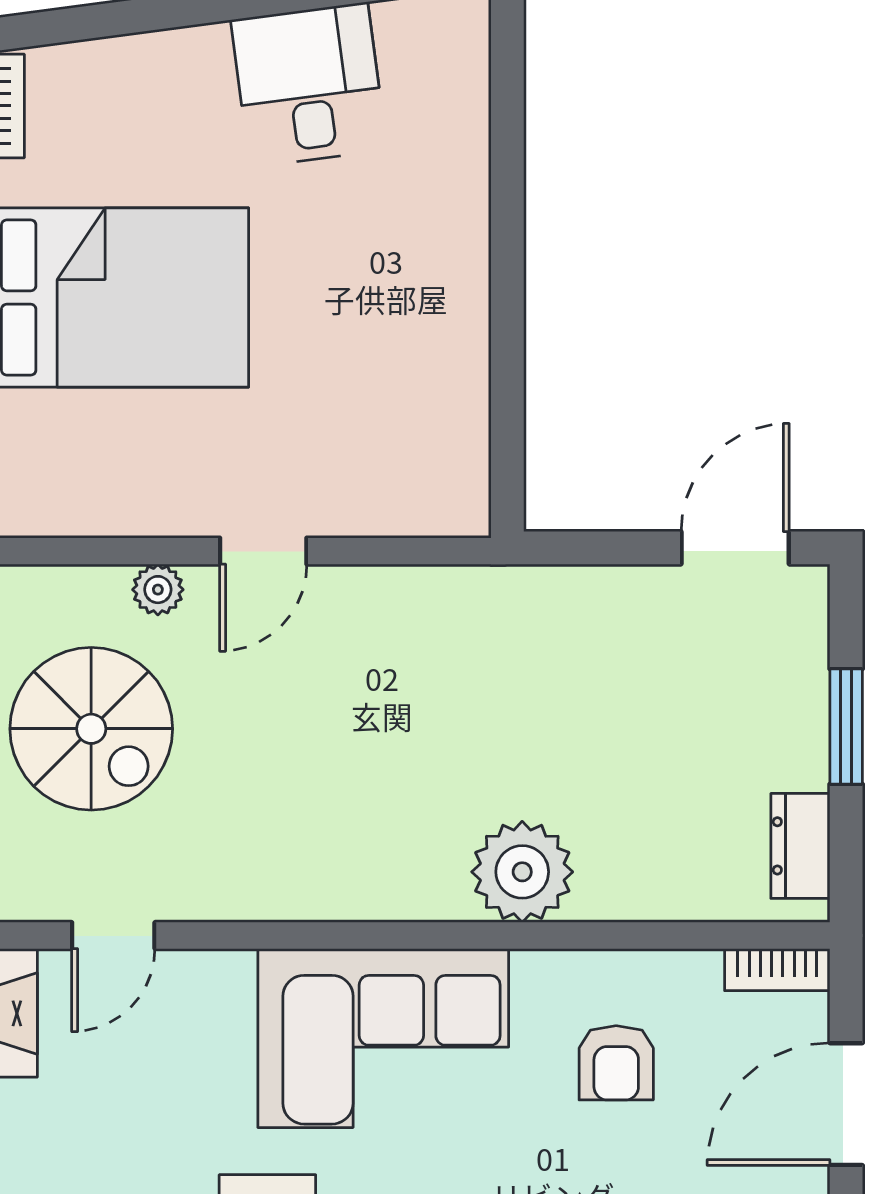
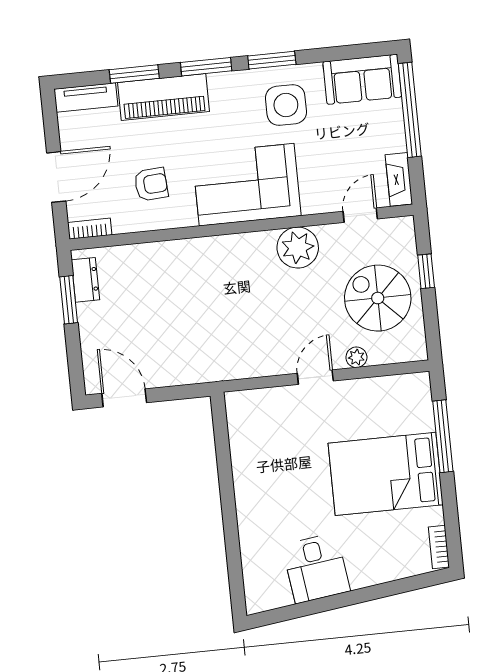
door: (735, 548) -> (124, 398), swing flipped
window: (846, 726) -> (69, 300), moved
plant: (522, 872) -> (298, 248), moved
armchair: (616, 1063) -> (151, 184), turned 86

